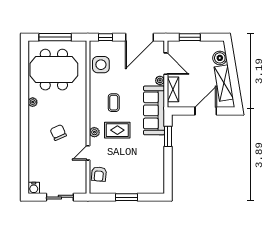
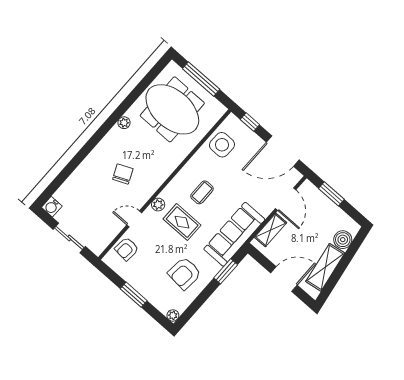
plant: (160, 80) -> (173, 315), moved
armchair: (145, 159) -> (184, 273), added

